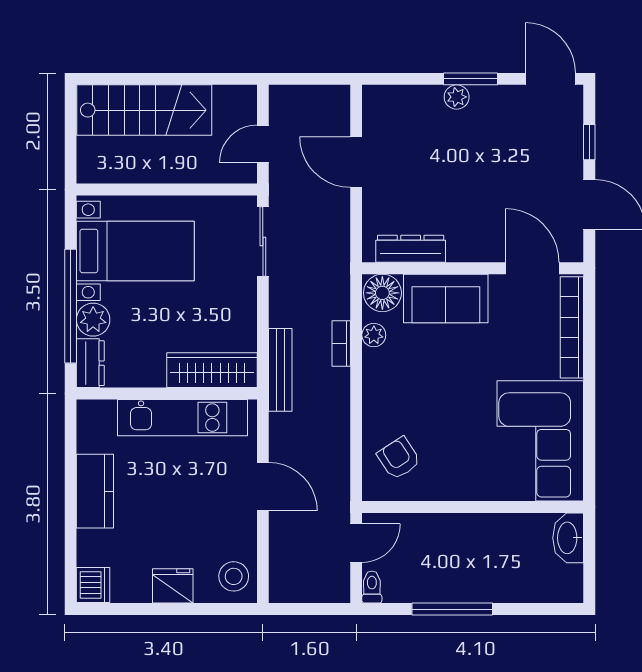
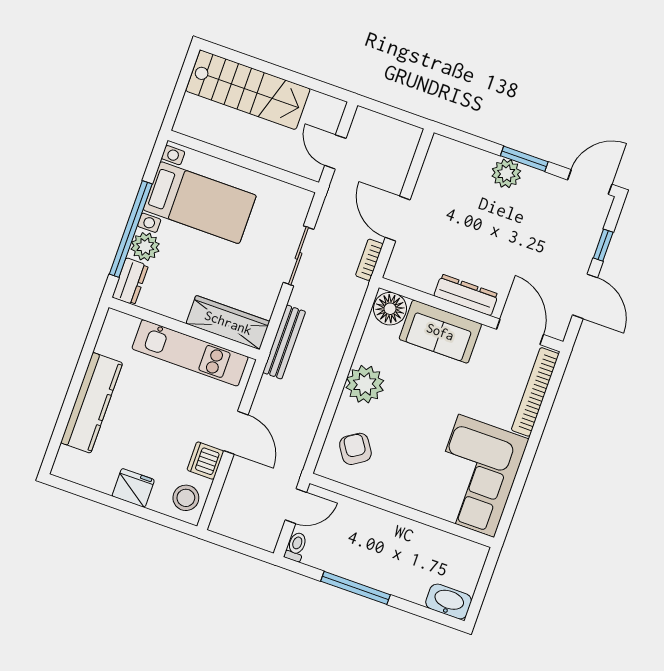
door: (550, 79) -> (590, 182), hinge flipped
plant: (457, 97) -> (506, 173), width x1.38, depth x1.38
door: (263, 144) -> (335, 152), hinge flipped
door: (356, 162) -> (398, 219), moved
sliding door: (263, 241) -> (299, 256), moved
dresser: (411, 249) -> (466, 295), moved
plant: (374, 335) -> (365, 384), moved, width x1.88, depth x1.88
bookcase: (341, 344) -> (369, 260), moved
kitchen counter: (95, 491) -> (92, 403), width x1.50
washbasin: (568, 538) -> (449, 602), moved, turned 90
dishwasher: (93, 585) -> (205, 461), moved, turned 180

